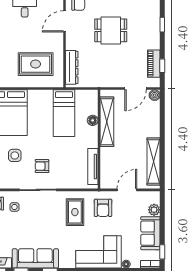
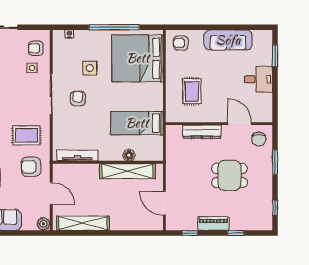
dining table: (111, 30) -> (229, 175), turned 90
rug: (36, 64) -> (192, 91), width x0.73, depth x0.70
piano: (154, 64) -> (213, 224), moved
dresser: (72, 67) -> (202, 132), moved
boiler: (155, 95) -> (157, 224), removed
plant: (154, 210) -> (43, 224), moved

